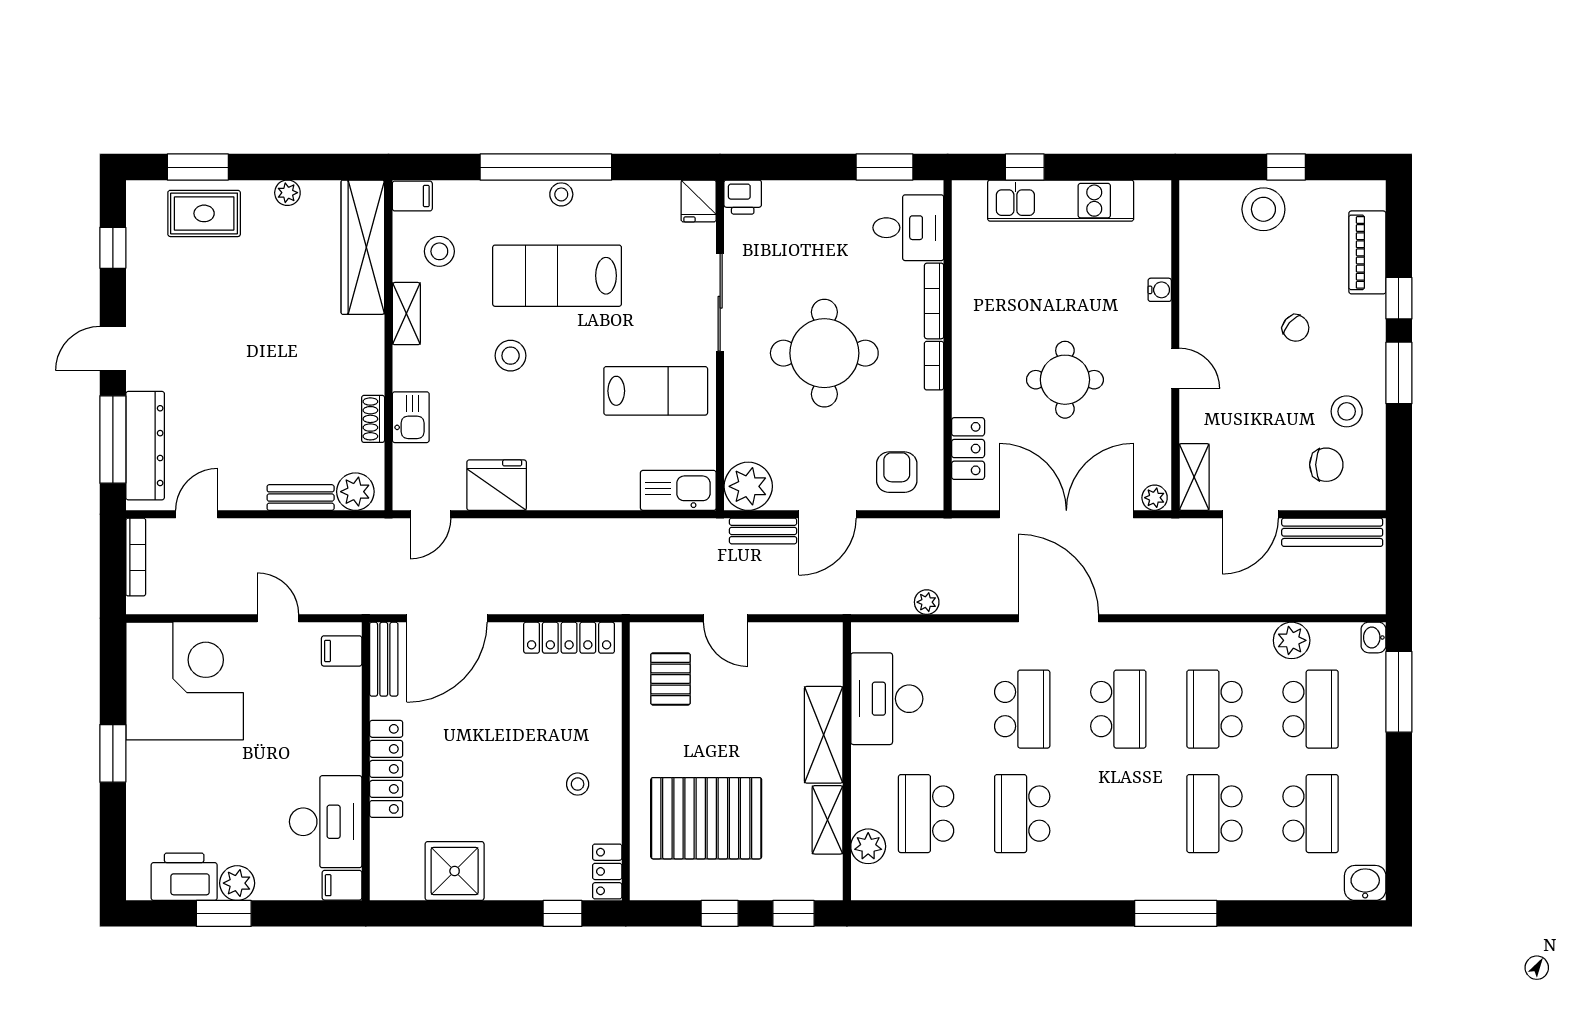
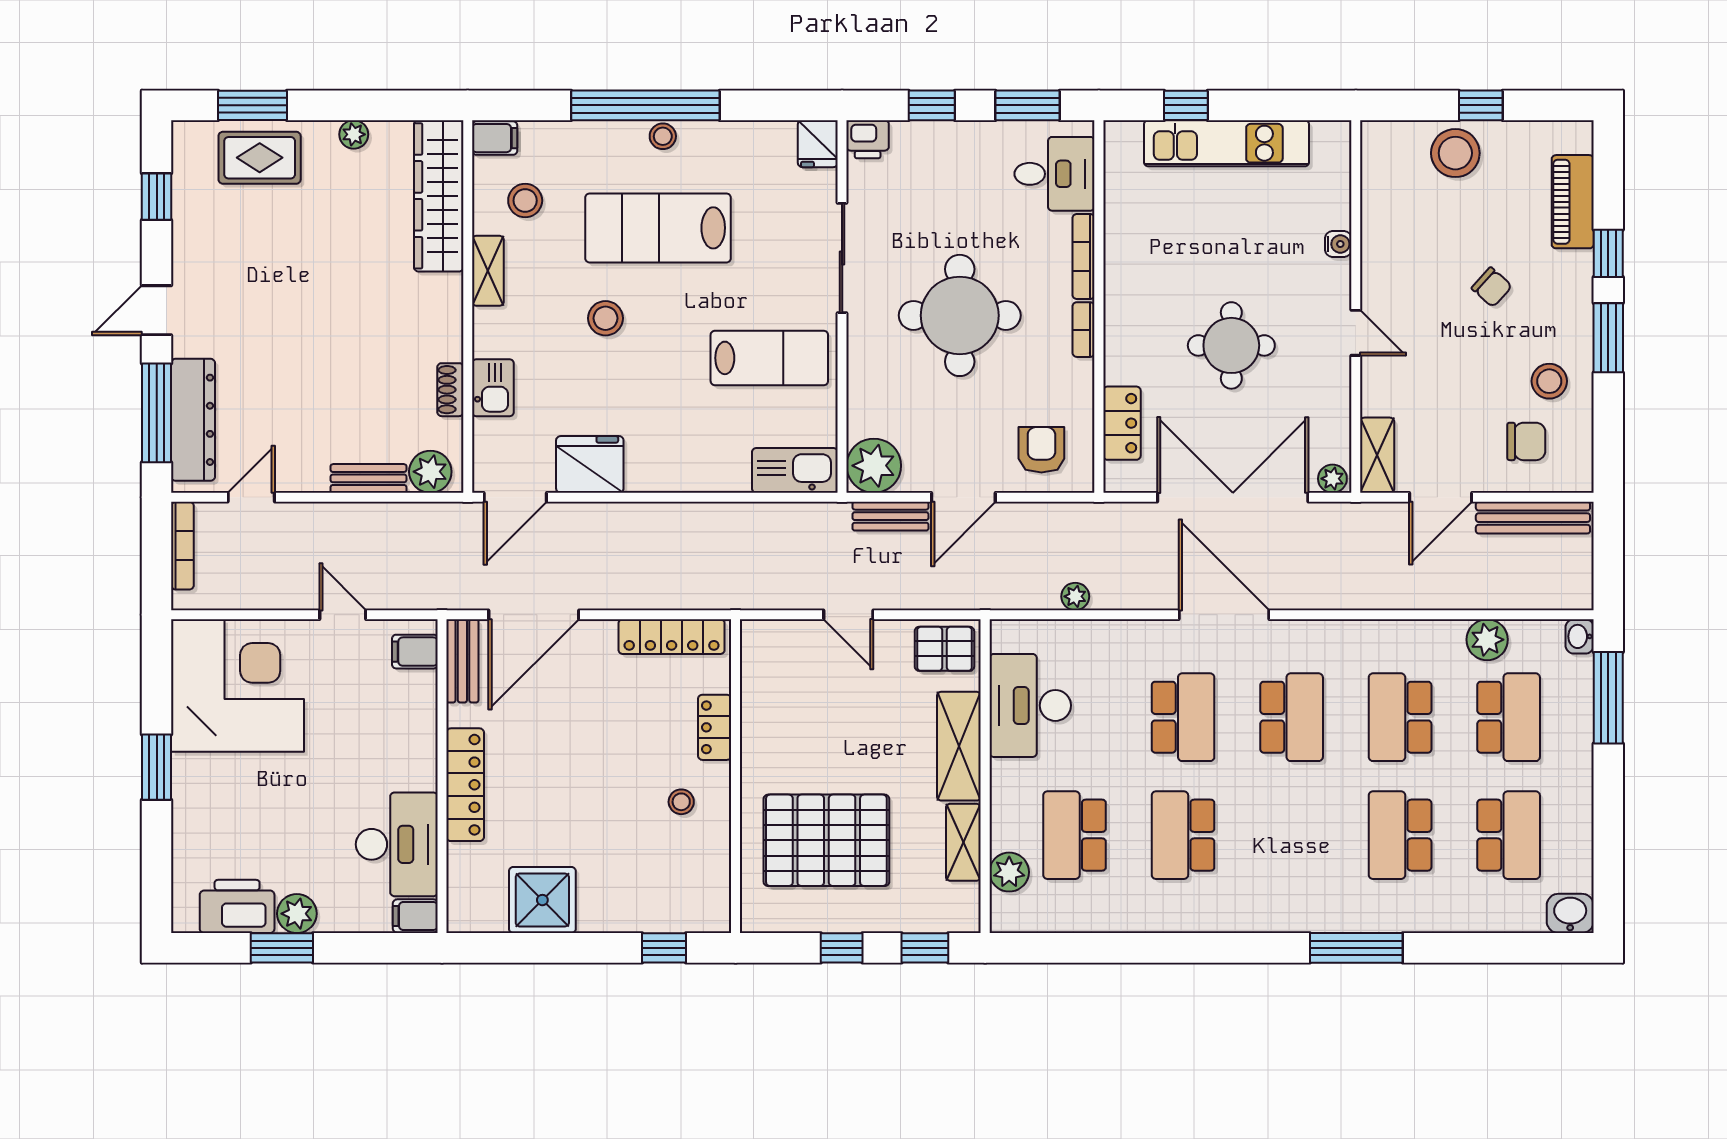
window: (800, 167) -> (932, 105), added
door: (431, 514) -> (515, 497), width x1.38
pallet: (670, 679) -> (944, 649), moved, turned 90
locker: (607, 871) -> (715, 727), moved

